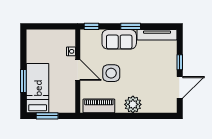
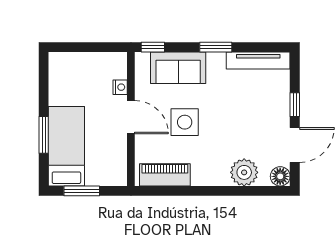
sofa: (119, 39) -> (178, 68), moved
plant: (133, 104) -> (244, 172), moved
floor lamp: (171, 107) -> (280, 176), added

